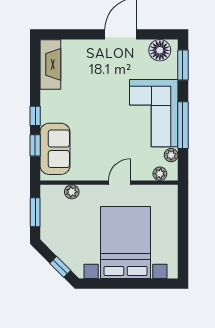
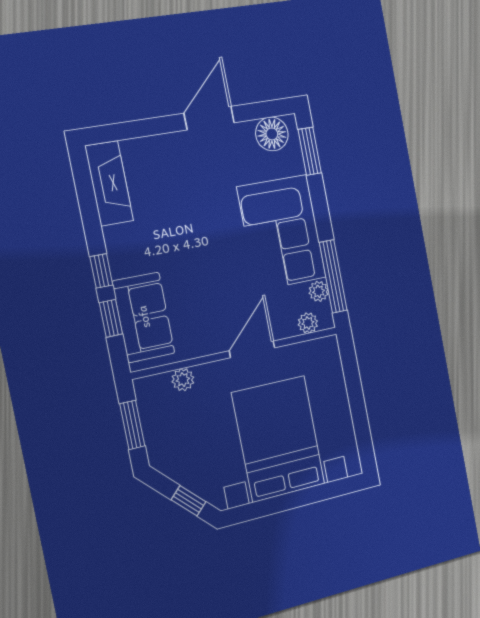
window: (183, 125) -> (333, 276), moved
door: (120, 183) -> (252, 349), width x1.38

